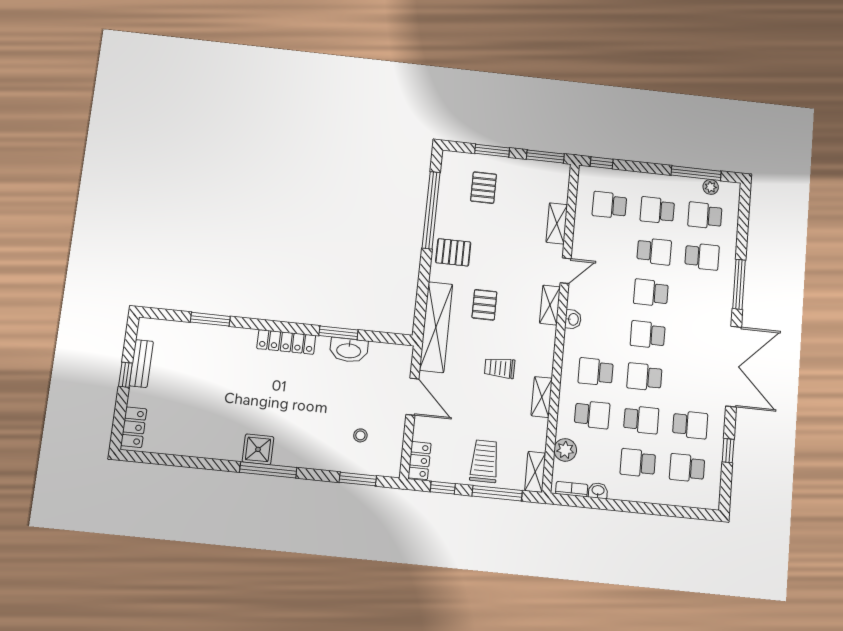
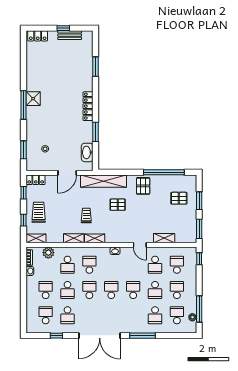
school desk: (606, 246) -> (155, 265), added
shelving: (550, 305) -> (95, 238), moved
washbasin: (349, 350) -> (87, 152), moved
trolley: (484, 461) -> (39, 212), turned -90
window: (497, 493) -> (23, 220), width x0.46

